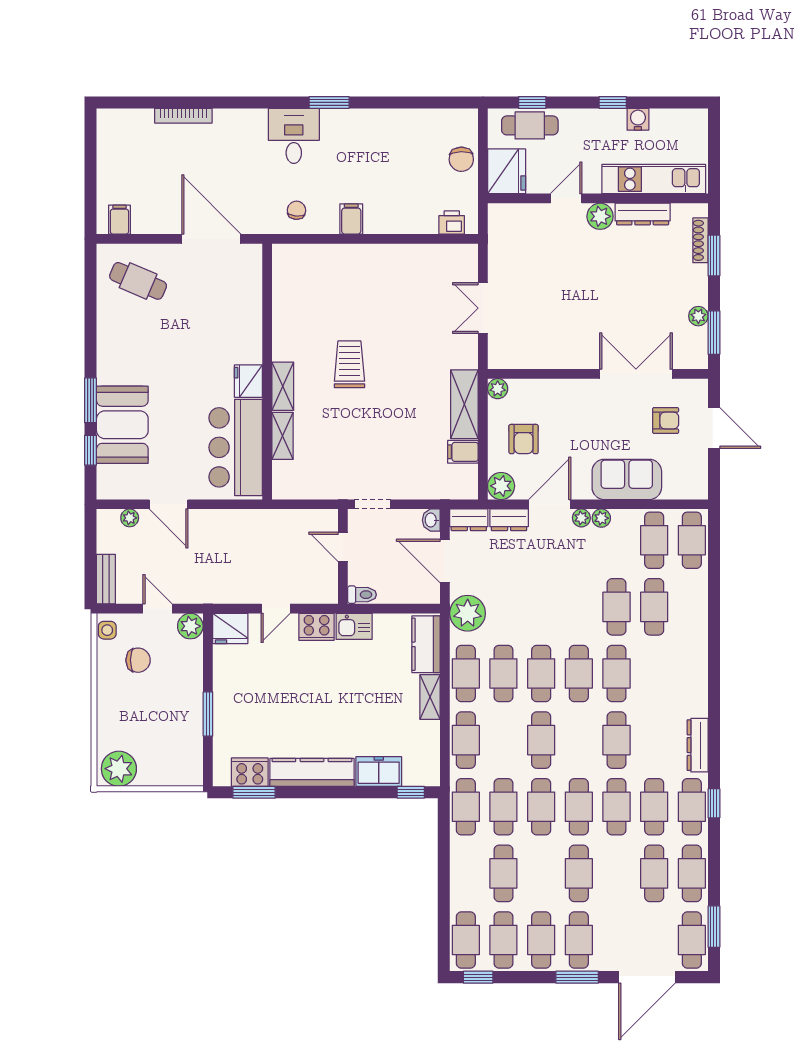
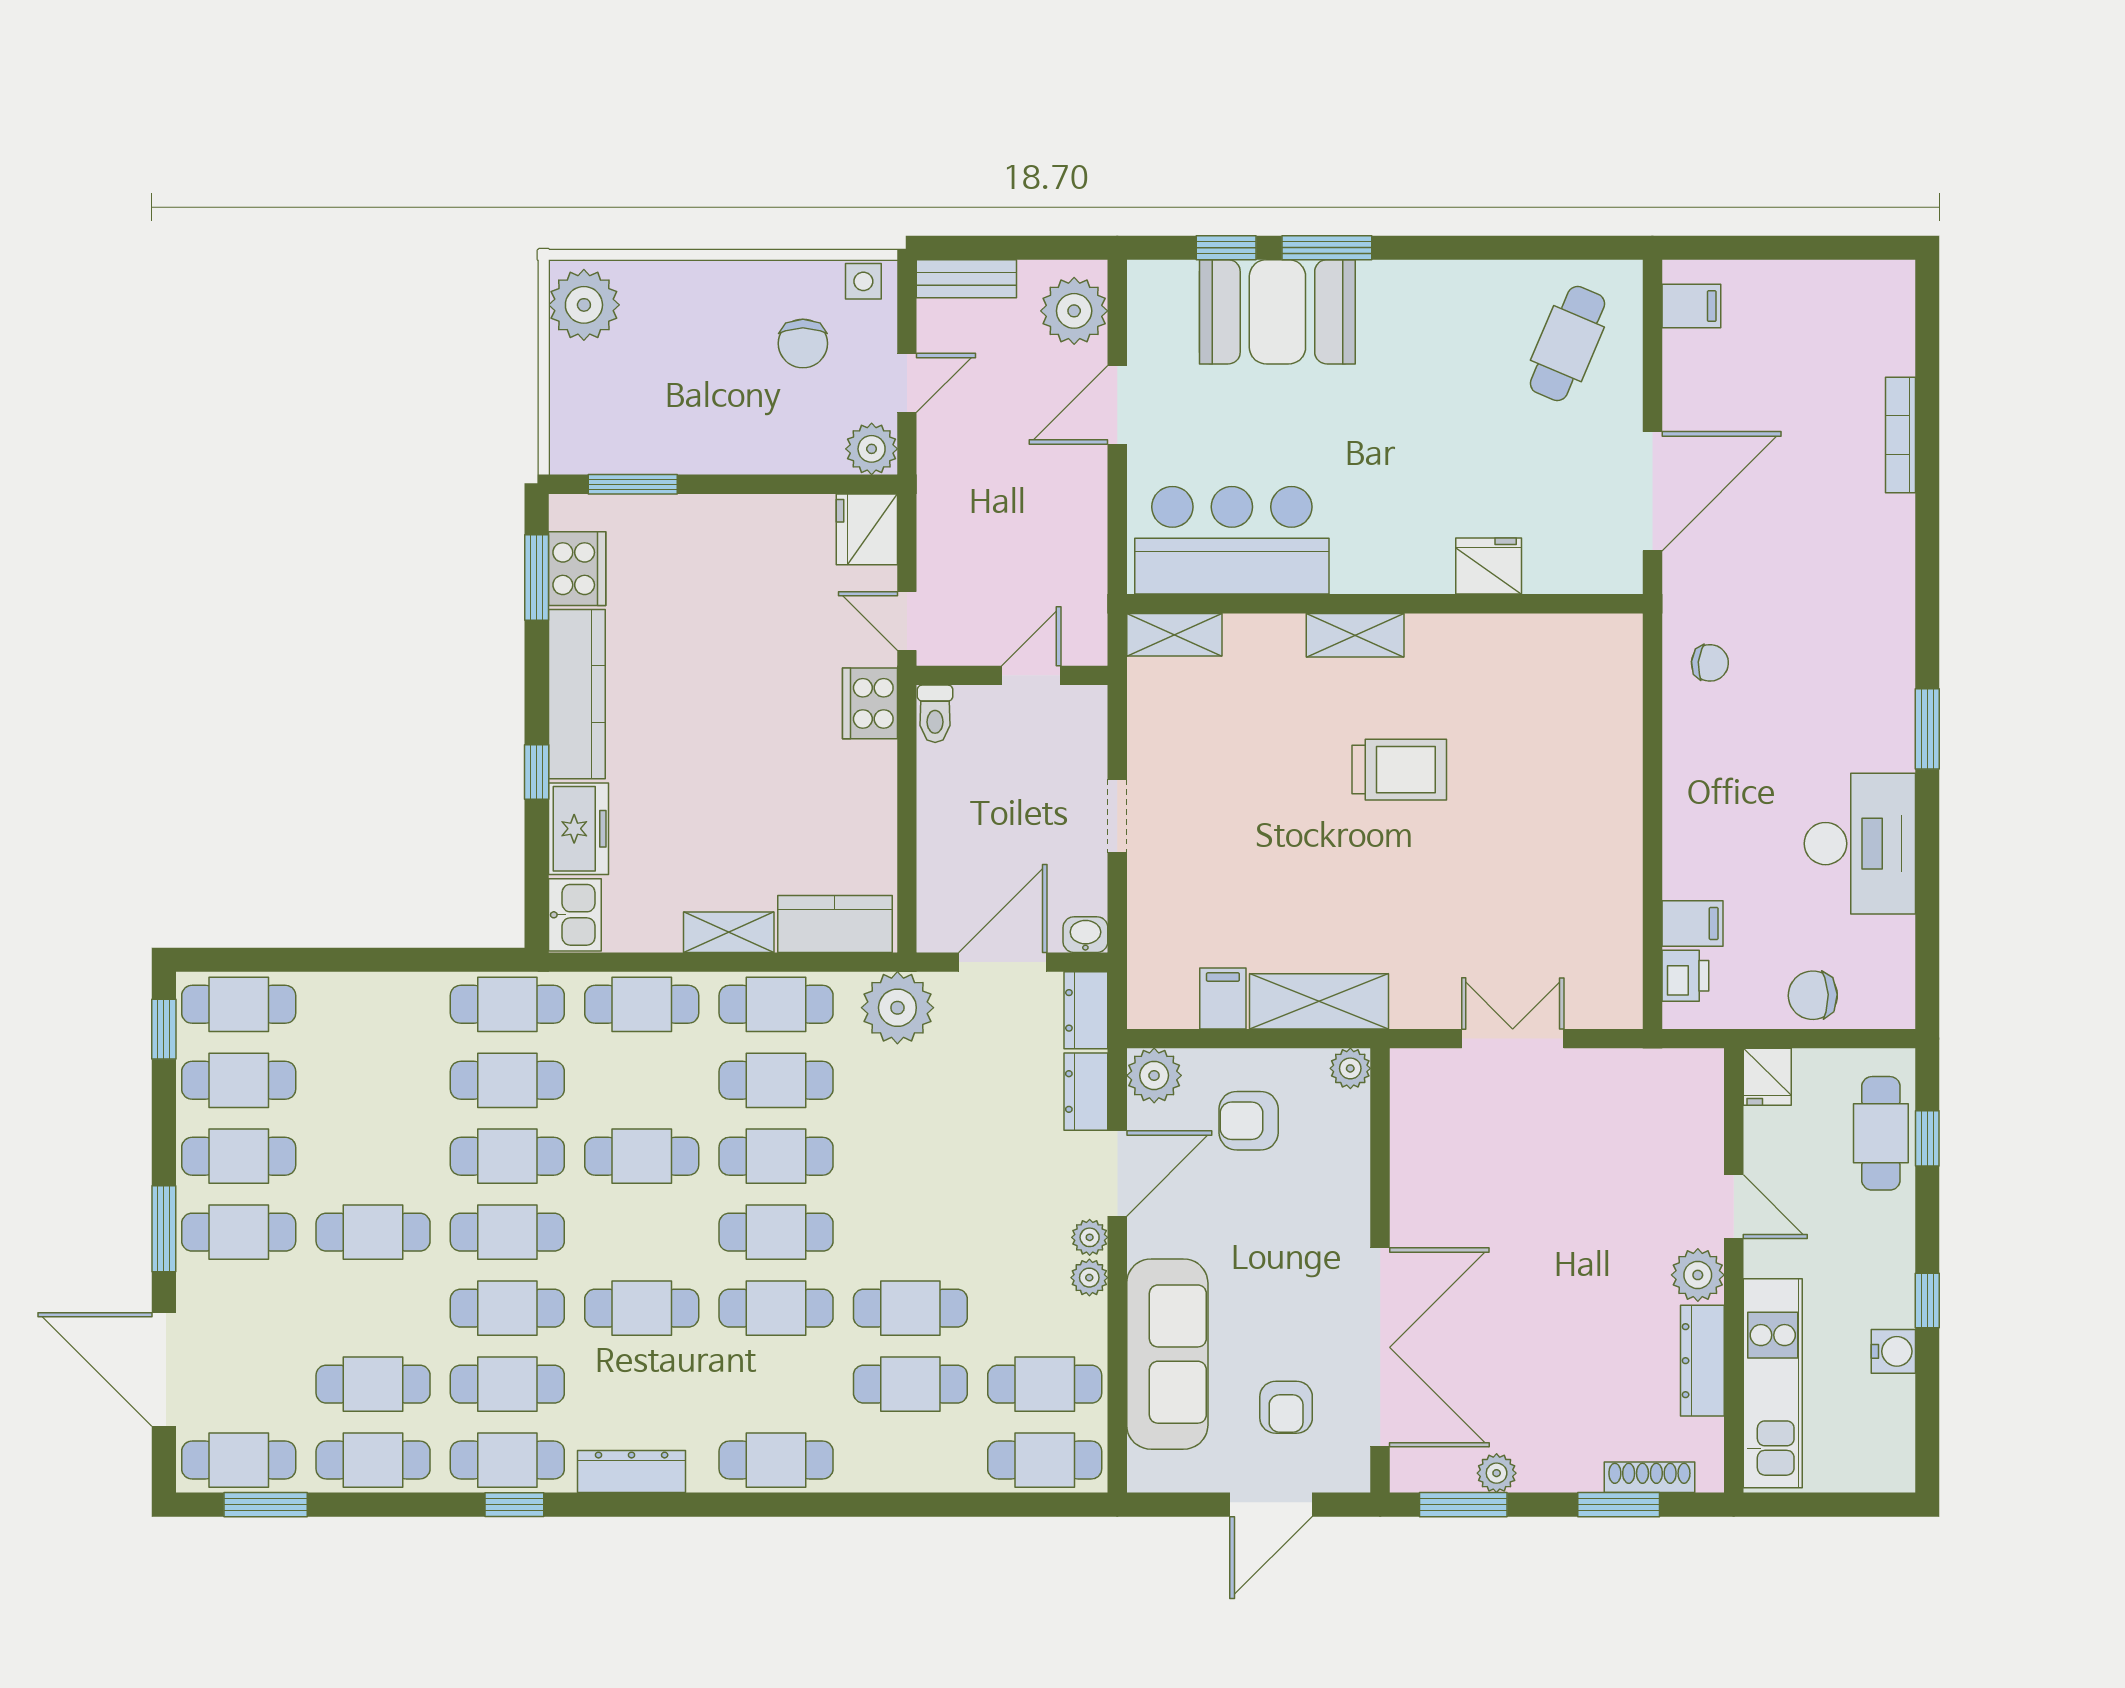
desk: (294, 136) -> (1860, 844), moved, width x1.37
fridge: (507, 171) -> (1767, 1077), width x0.53, depth x0.75
filing cabinet: (351, 219) -> (1692, 924), moved
double door: (636, 374) -> (1380, 1347), width x1.36
fridge: (248, 381) -> (1489, 566), moved
shelving: (282, 436) -> (1174, 635), moved
sofa: (627, 479) -> (1167, 1354), width x1.36
door: (550, 504) -> (1117, 1173), hinge flipped
plant: (130, 518) -> (1074, 311), width x1.88, depth x1.88
door: (343, 547) -> (1031, 675), moved
wall: (343, 556) -> (1012, 675), moved
toilet: (362, 595) -> (935, 714), moved
kitchen sink: (354, 626) -> (575, 915), moved, turned 180
window: (208, 714) -> (633, 484), moved
window: (411, 792) -> (537, 772), moved
cafe table: (503, 873) -> (776, 1460), moved

